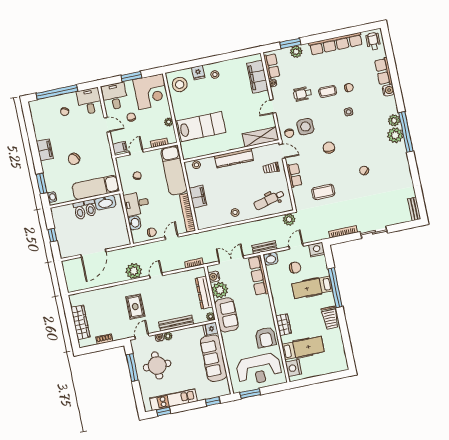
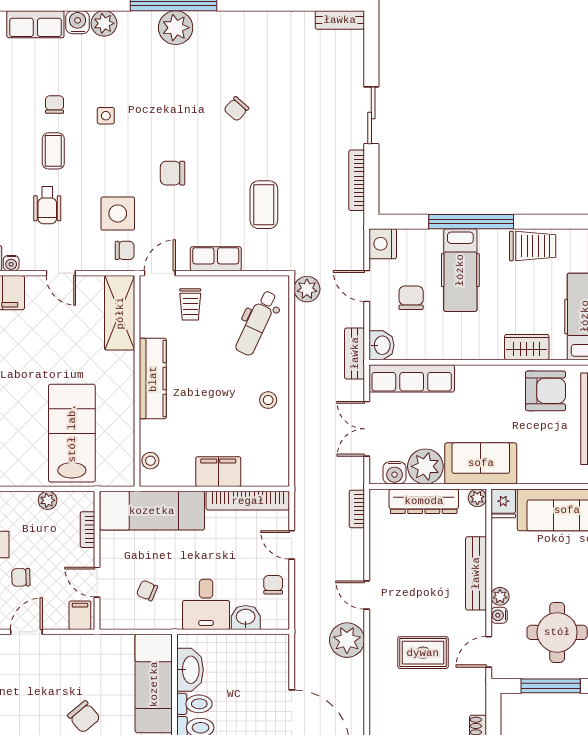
plant: (394, 120) -> (104, 23), moved
dental chair: (269, 200) -> (257, 323), turned 39
door: (142, 336) -> (489, 652), hinge flipped

